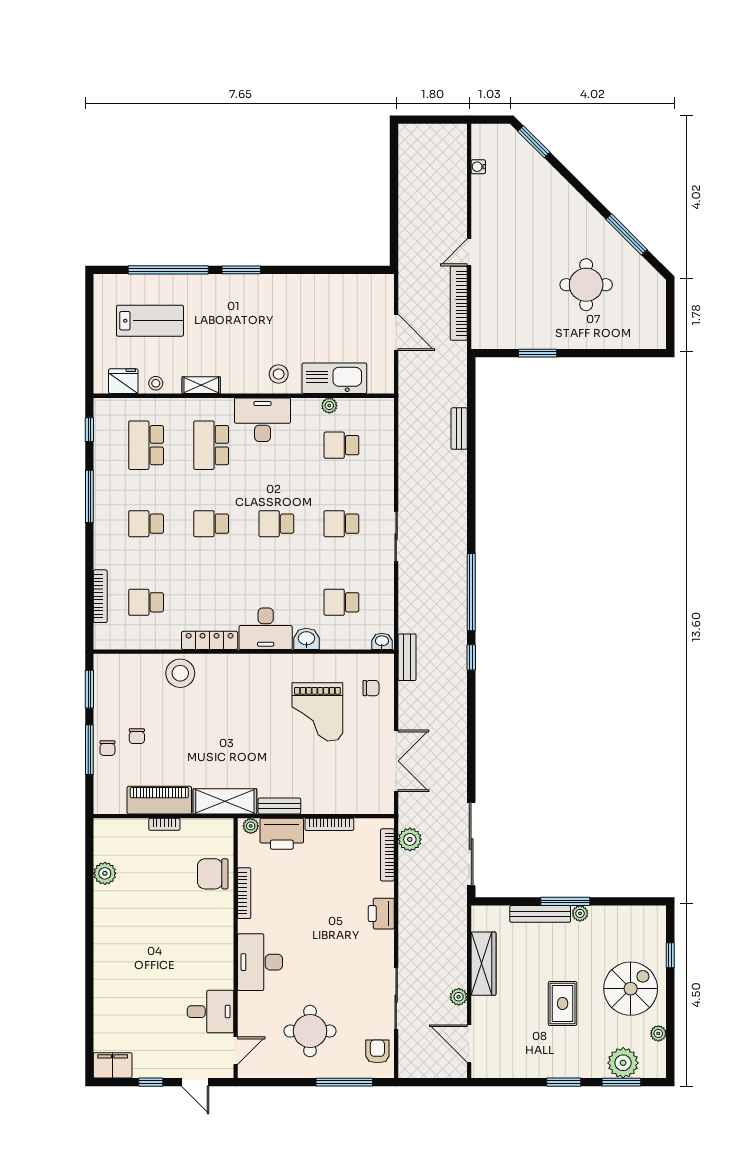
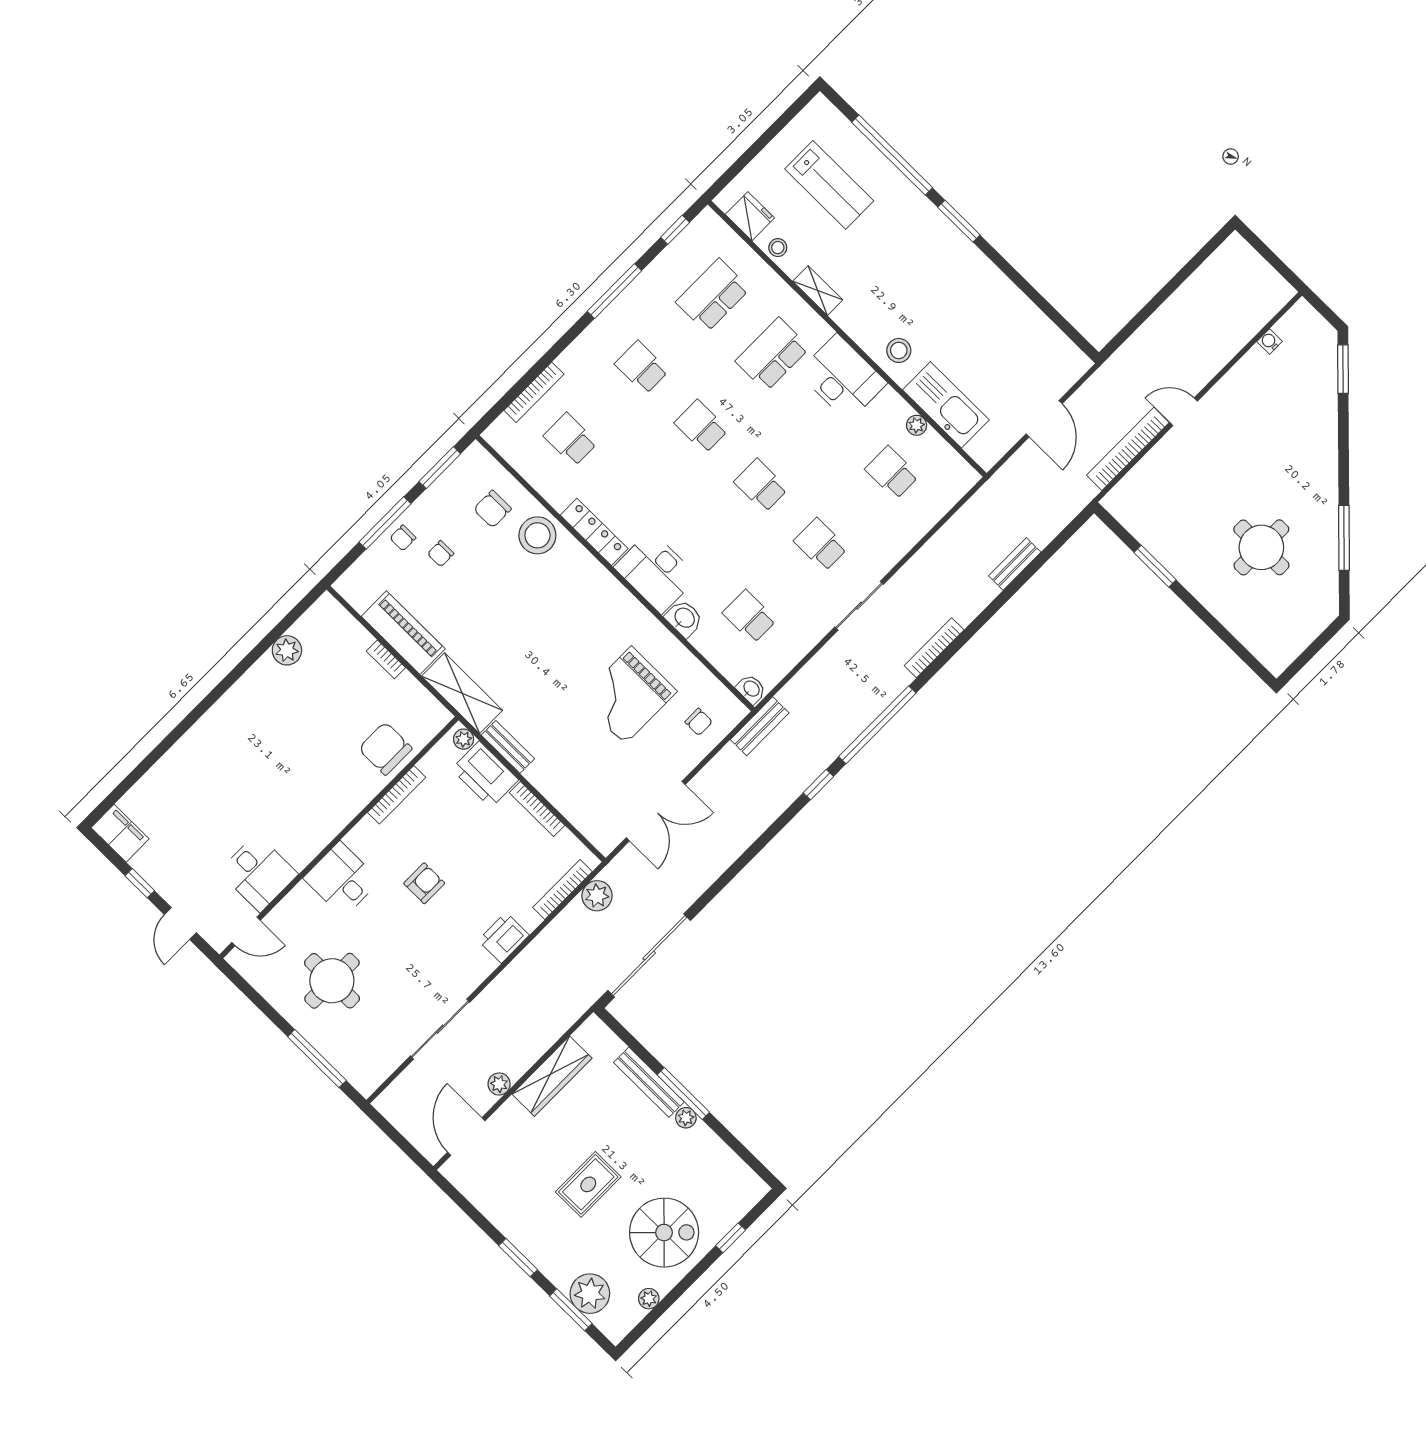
bookcase: (460, 519) -> (934, 648), added
chair: (141, 683) -> (492, 509), added
desk: (260, 962) -> (342, 879), width x0.73
armchair: (377, 1051) -> (424, 883), moved

